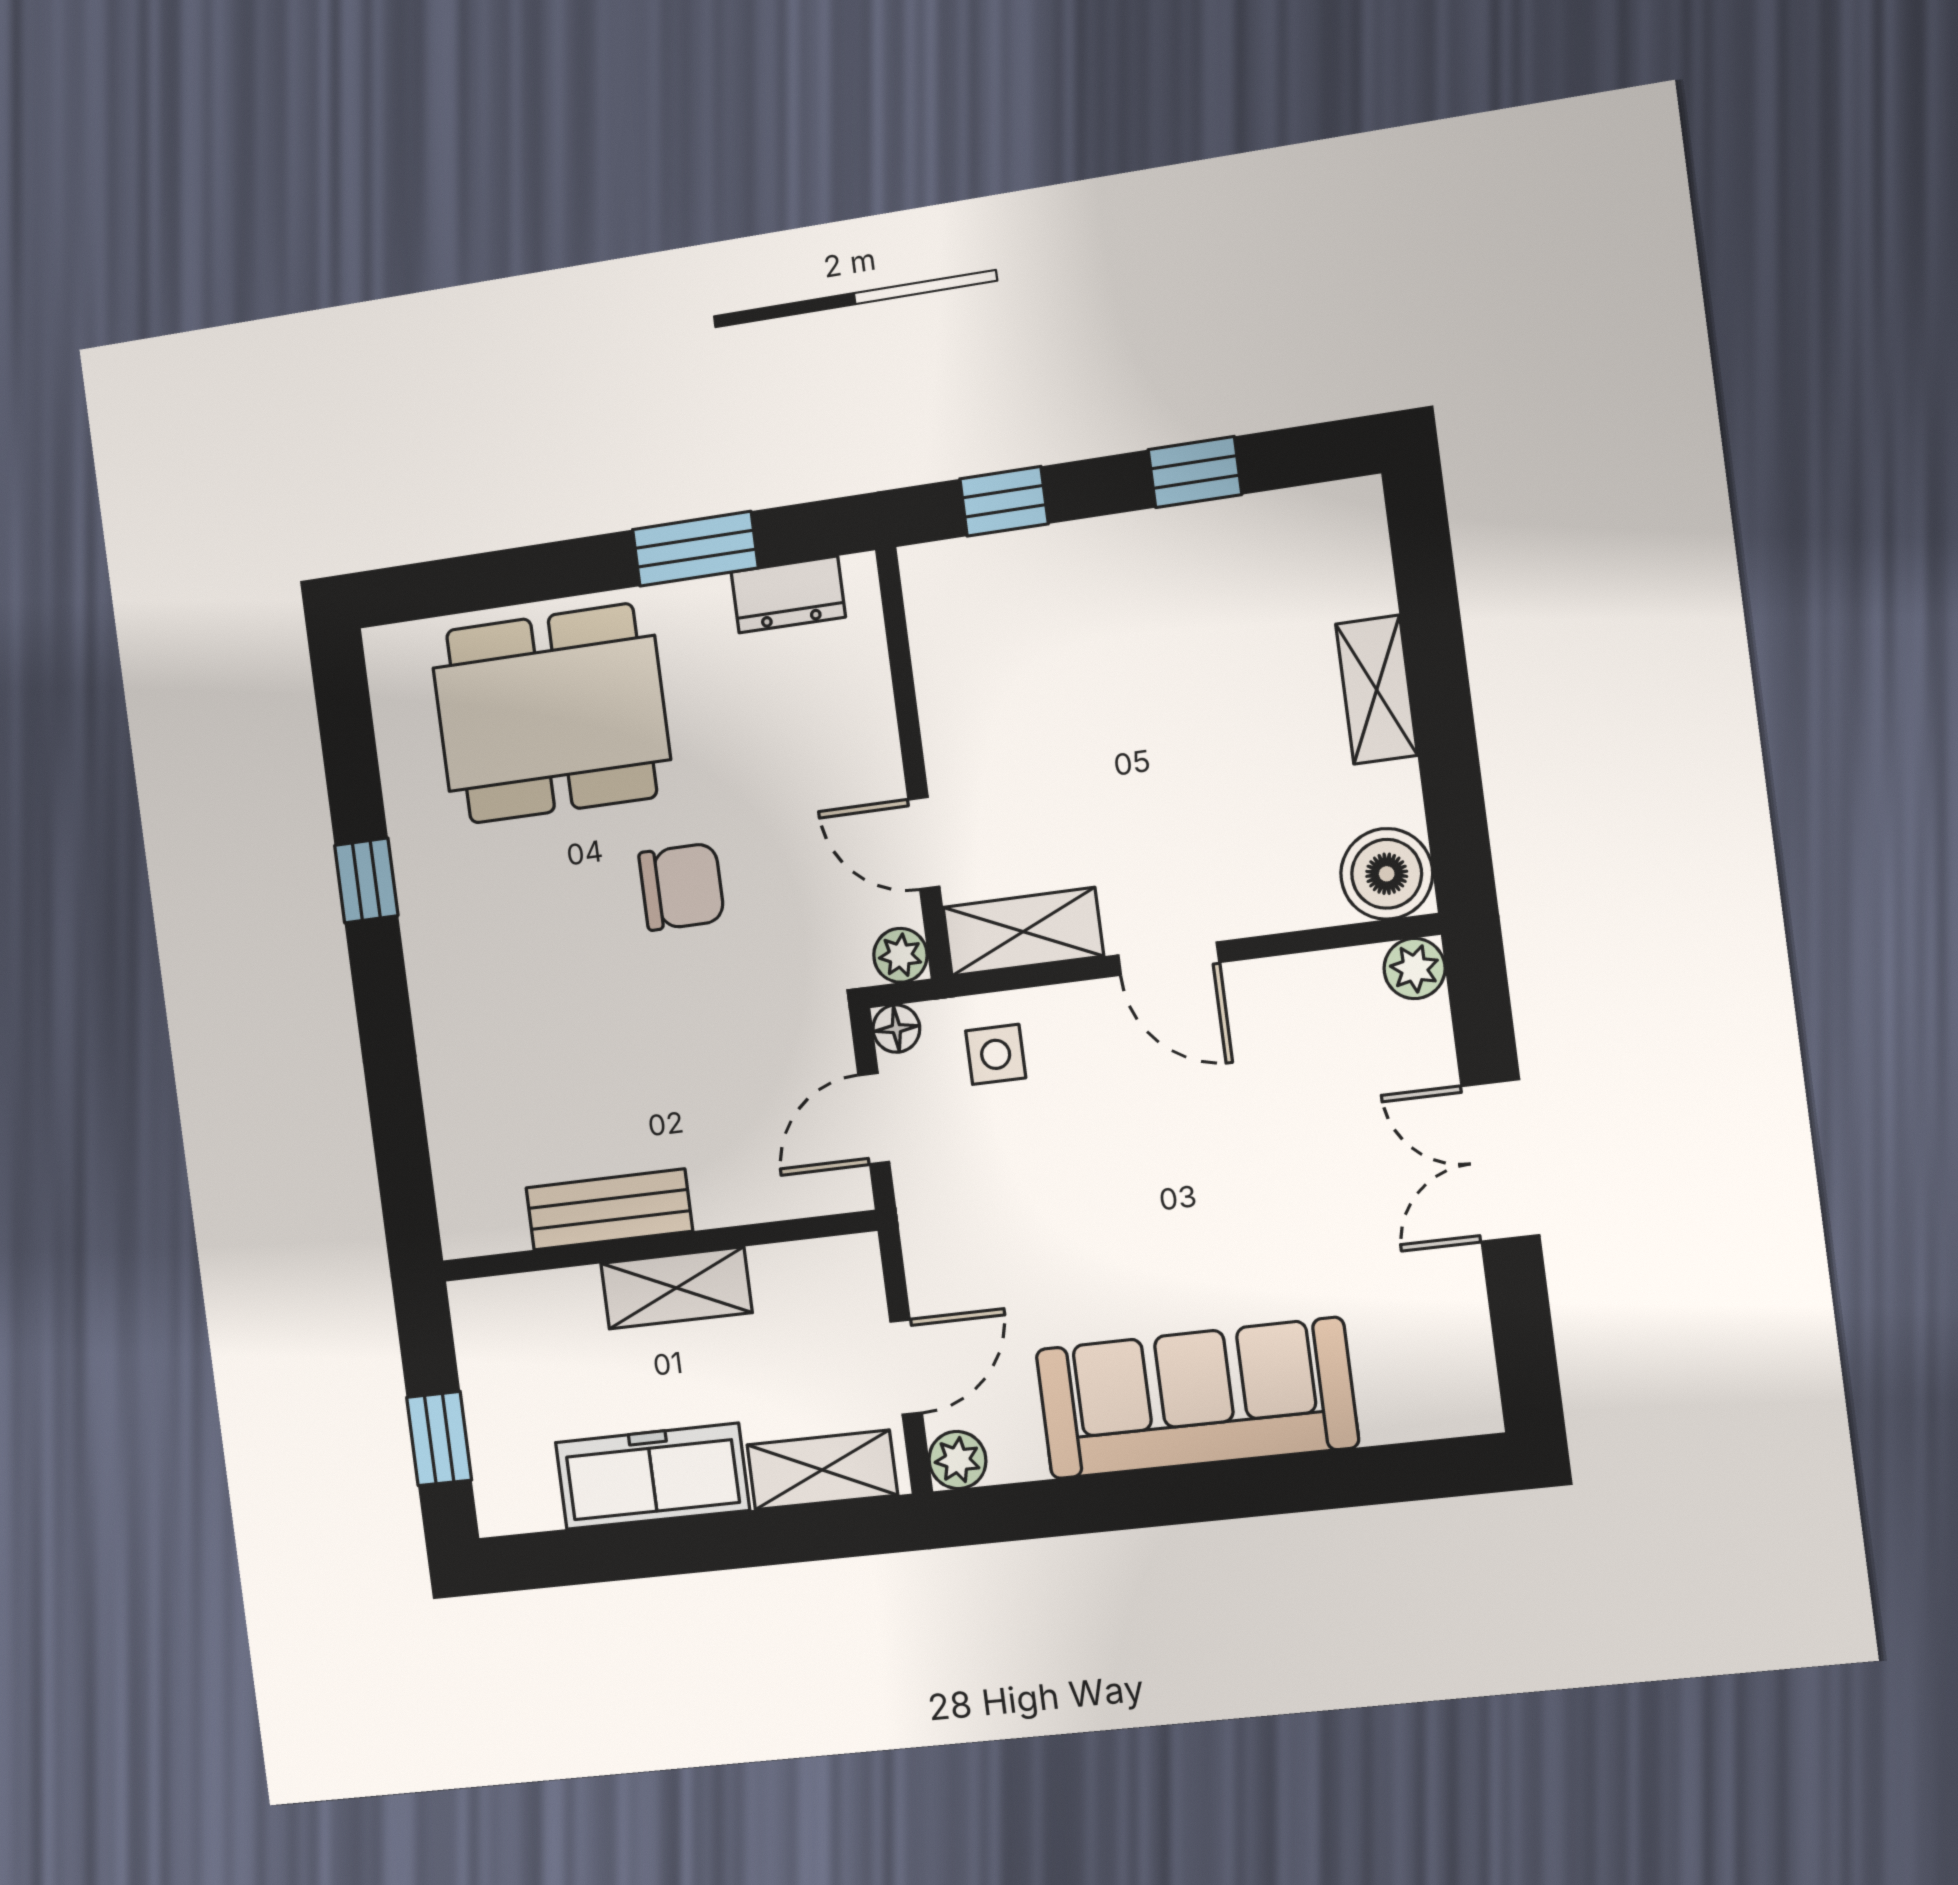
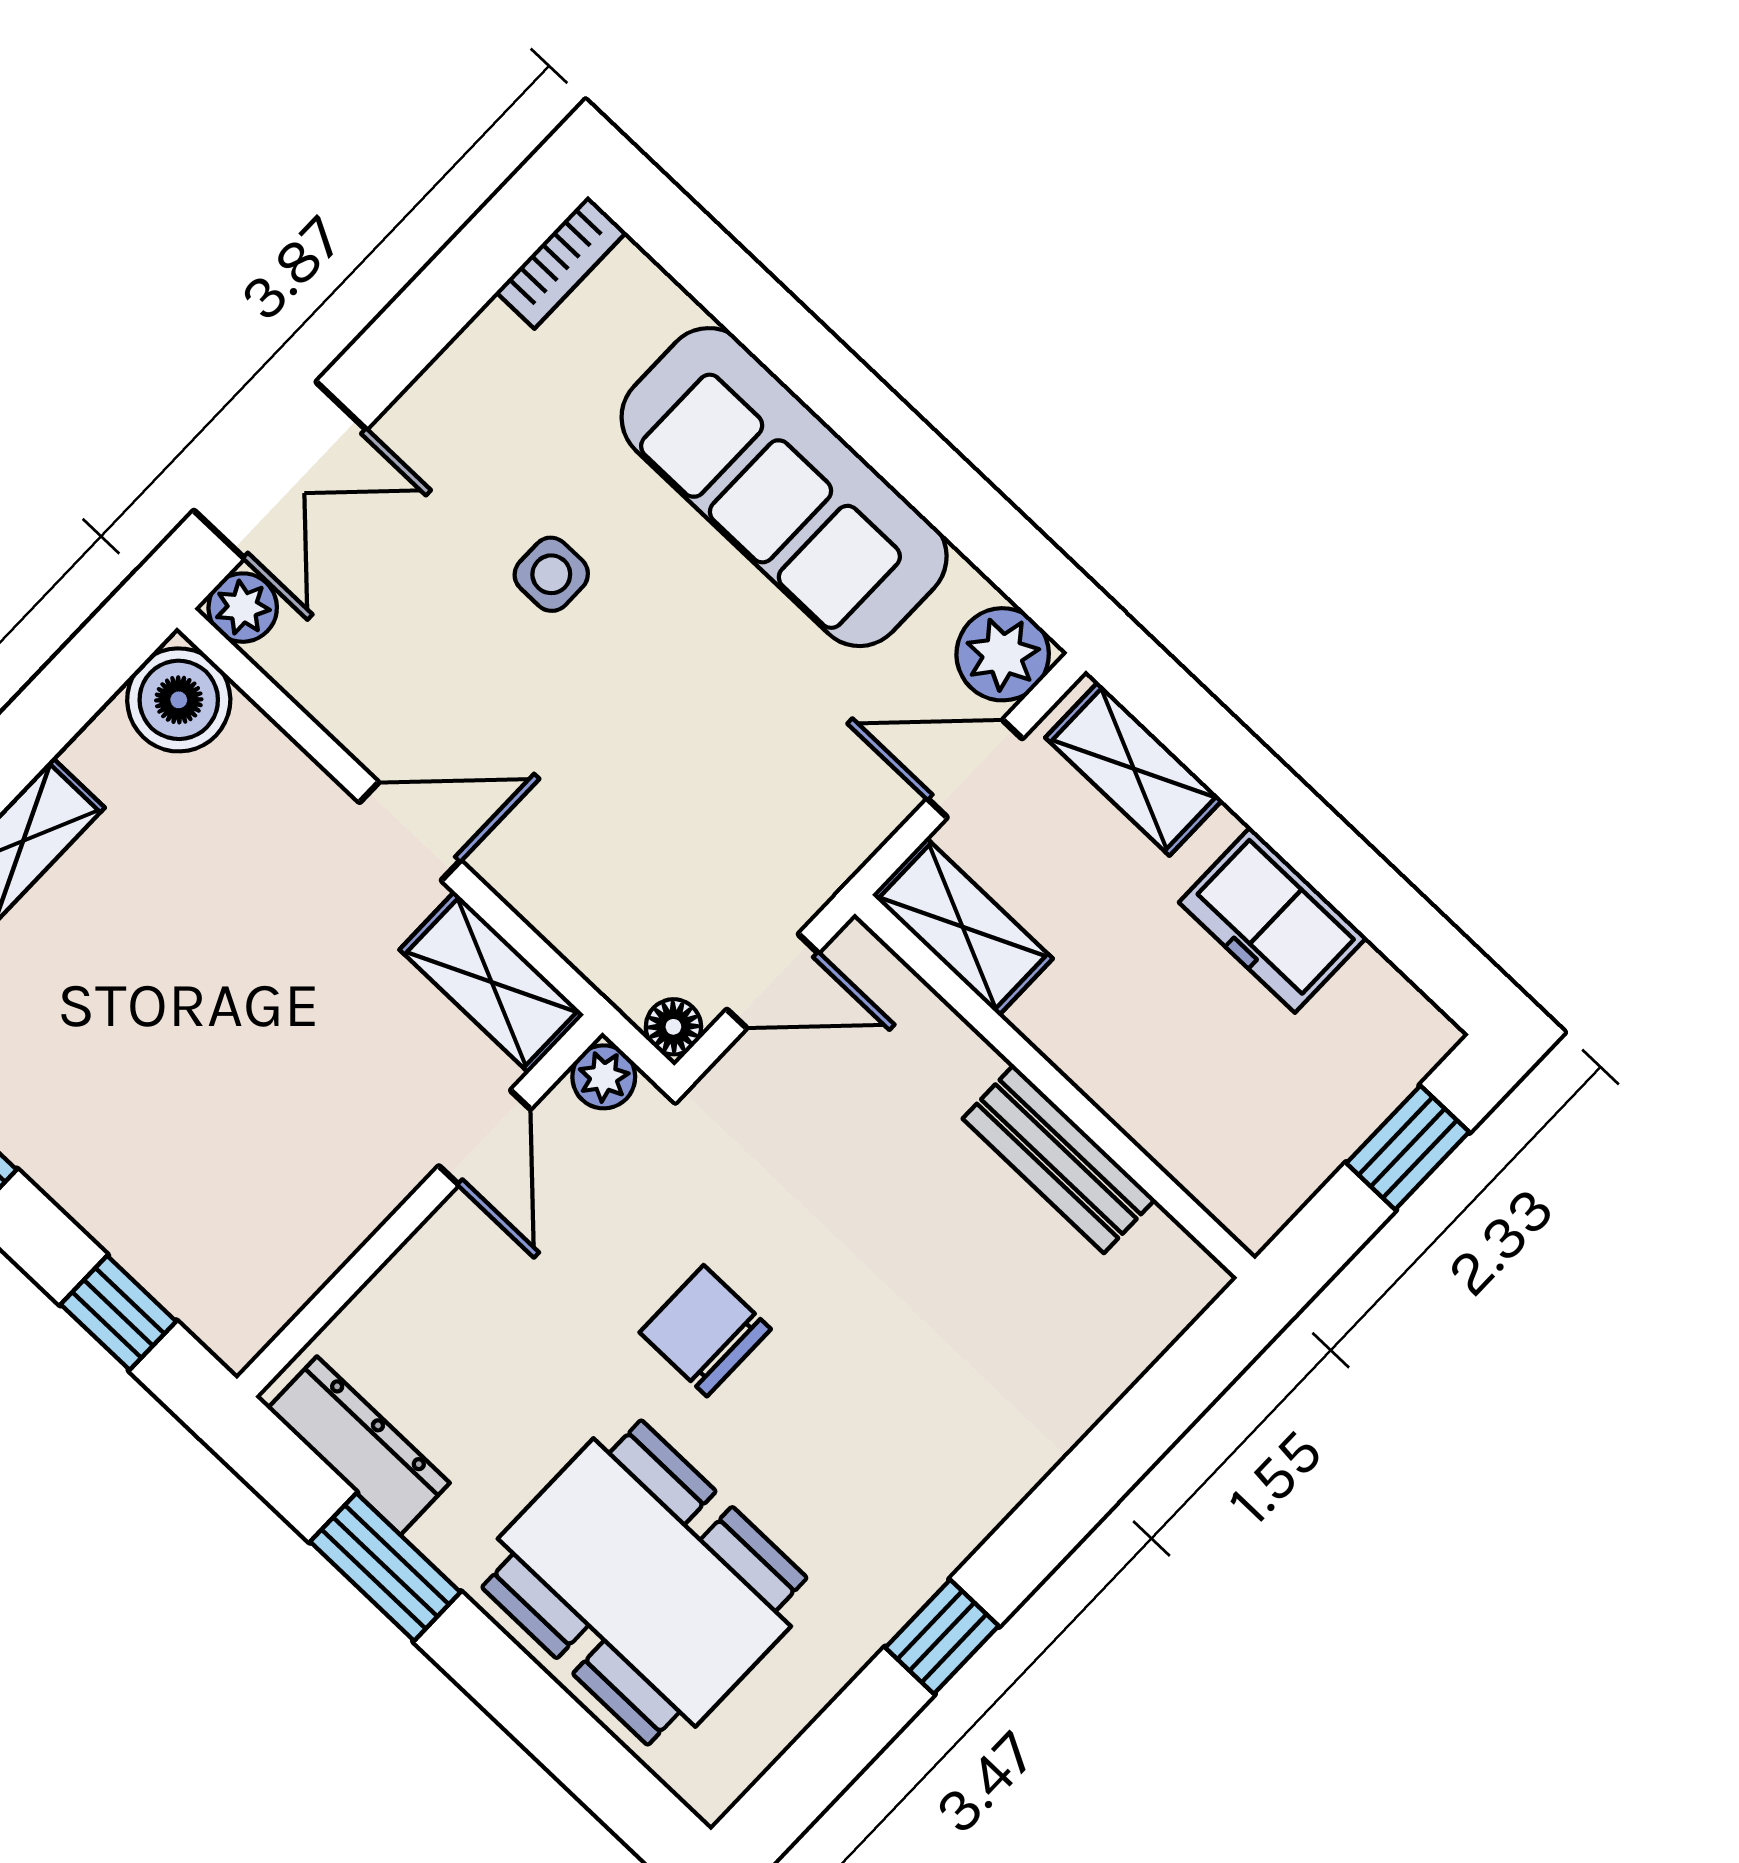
dresser: (788, 595) -> (359, 1446), width x1.44
door: (1169, 959) -> (410, 831), hinge flipped
side table: (996, 1054) -> (551, 574), moved
double door: (1500, 1160) -> (280, 470), moved
shelving: (676, 1288) -> (962, 927), moved
bookcase: (1474, 1377) -> (561, 262), added
plant: (957, 1460) -> (1003, 654), width x1.38, depth x1.38
freezer: (652, 1476) -> (1273, 920), width x0.71

